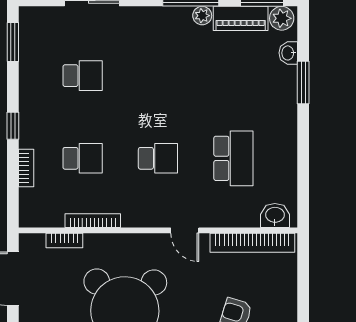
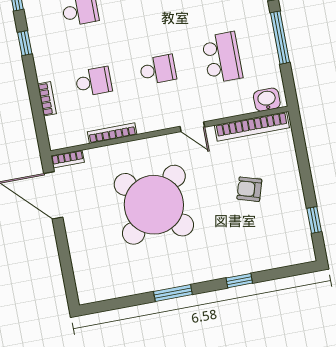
window: (13, 126) -> (25, 43), moved
window: (303, 148) -> (280, 38), added
bookcase: (64, 241) -> (68, 159), moved

